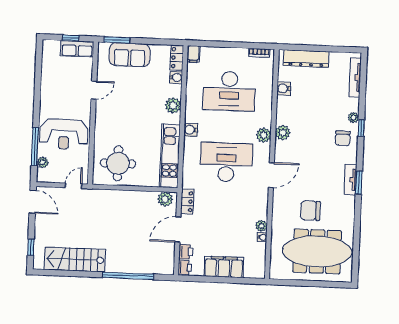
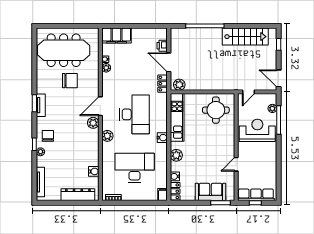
row of seats: (77, 49) -> (256, 195), width x1.48
plant: (283, 133) -> (93, 123), moved
desk: (226, 162) -> (135, 114), turned -90
door: (178, 229) -> (169, 62), swing flipped
printer: (185, 267) -> (162, 34), removed
filing cabinet: (224, 267) -> (117, 36), moved

